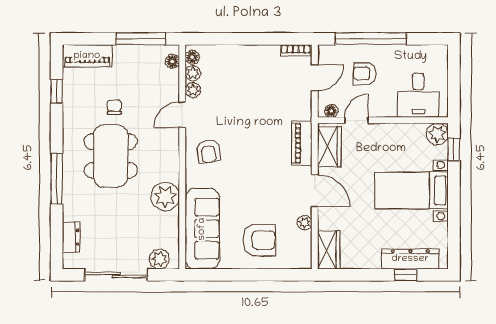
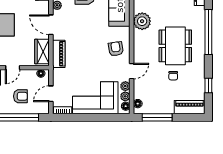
corner sofa: (242, 71) -> (95, 98), added
door: (357, 120) -> (13, 68), moved
window: (57, 179) -> (208, 32), width x1.46

